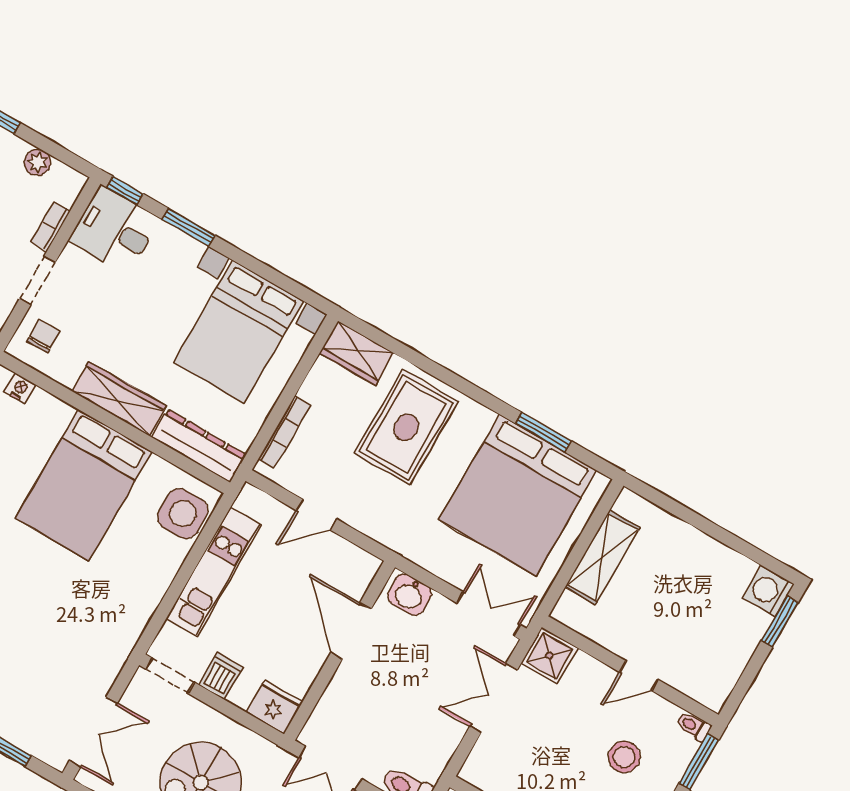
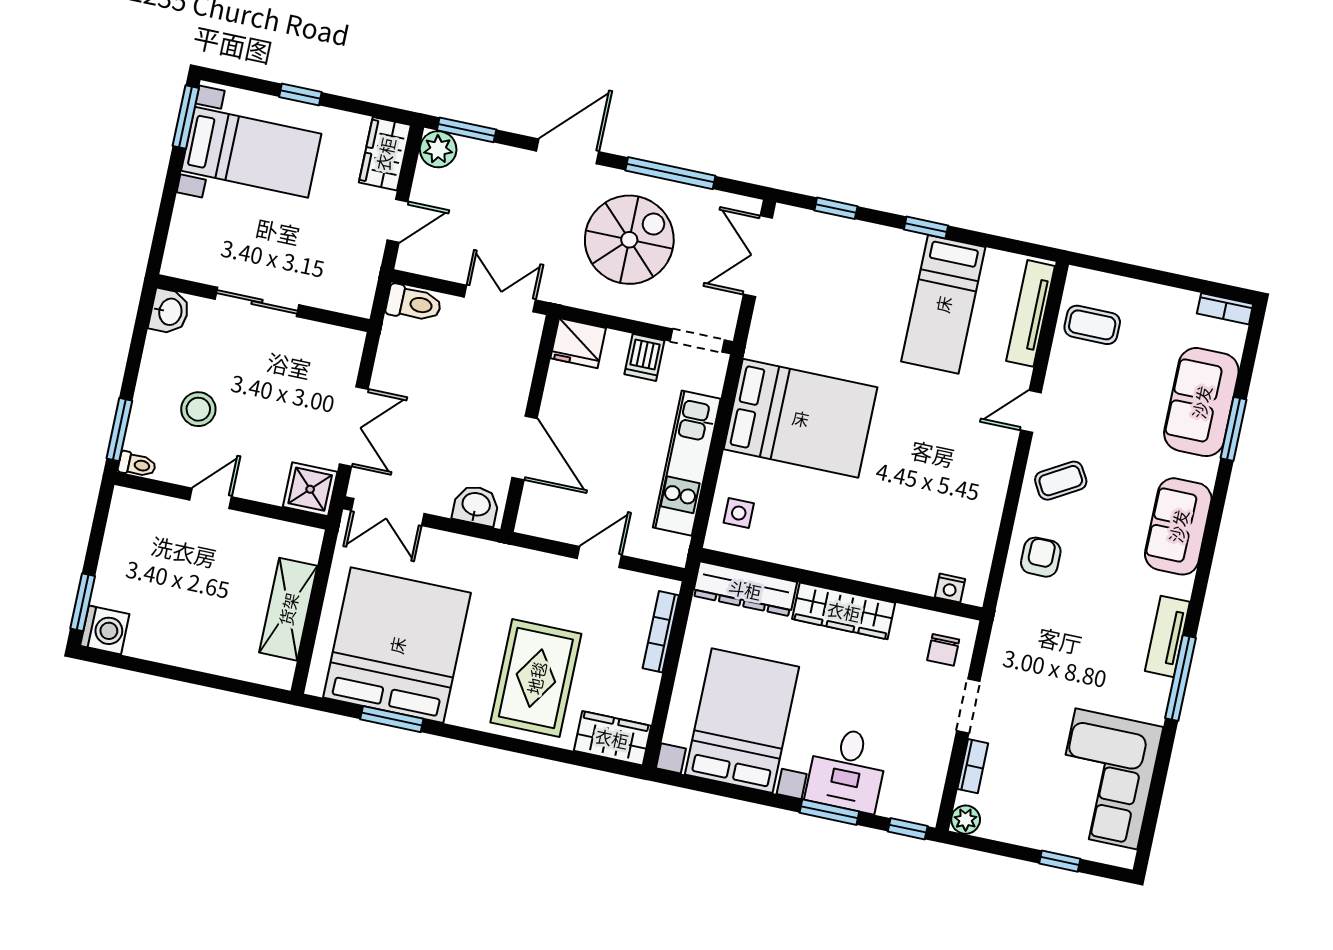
plant: (38, 162) -> (966, 820), moved
desk: (115, 230) -> (847, 769), moved, turned 90
bed: (84, 485) -> (801, 418), moved, turned 90
side table: (183, 514) -> (739, 513), width x0.54, depth x0.54

